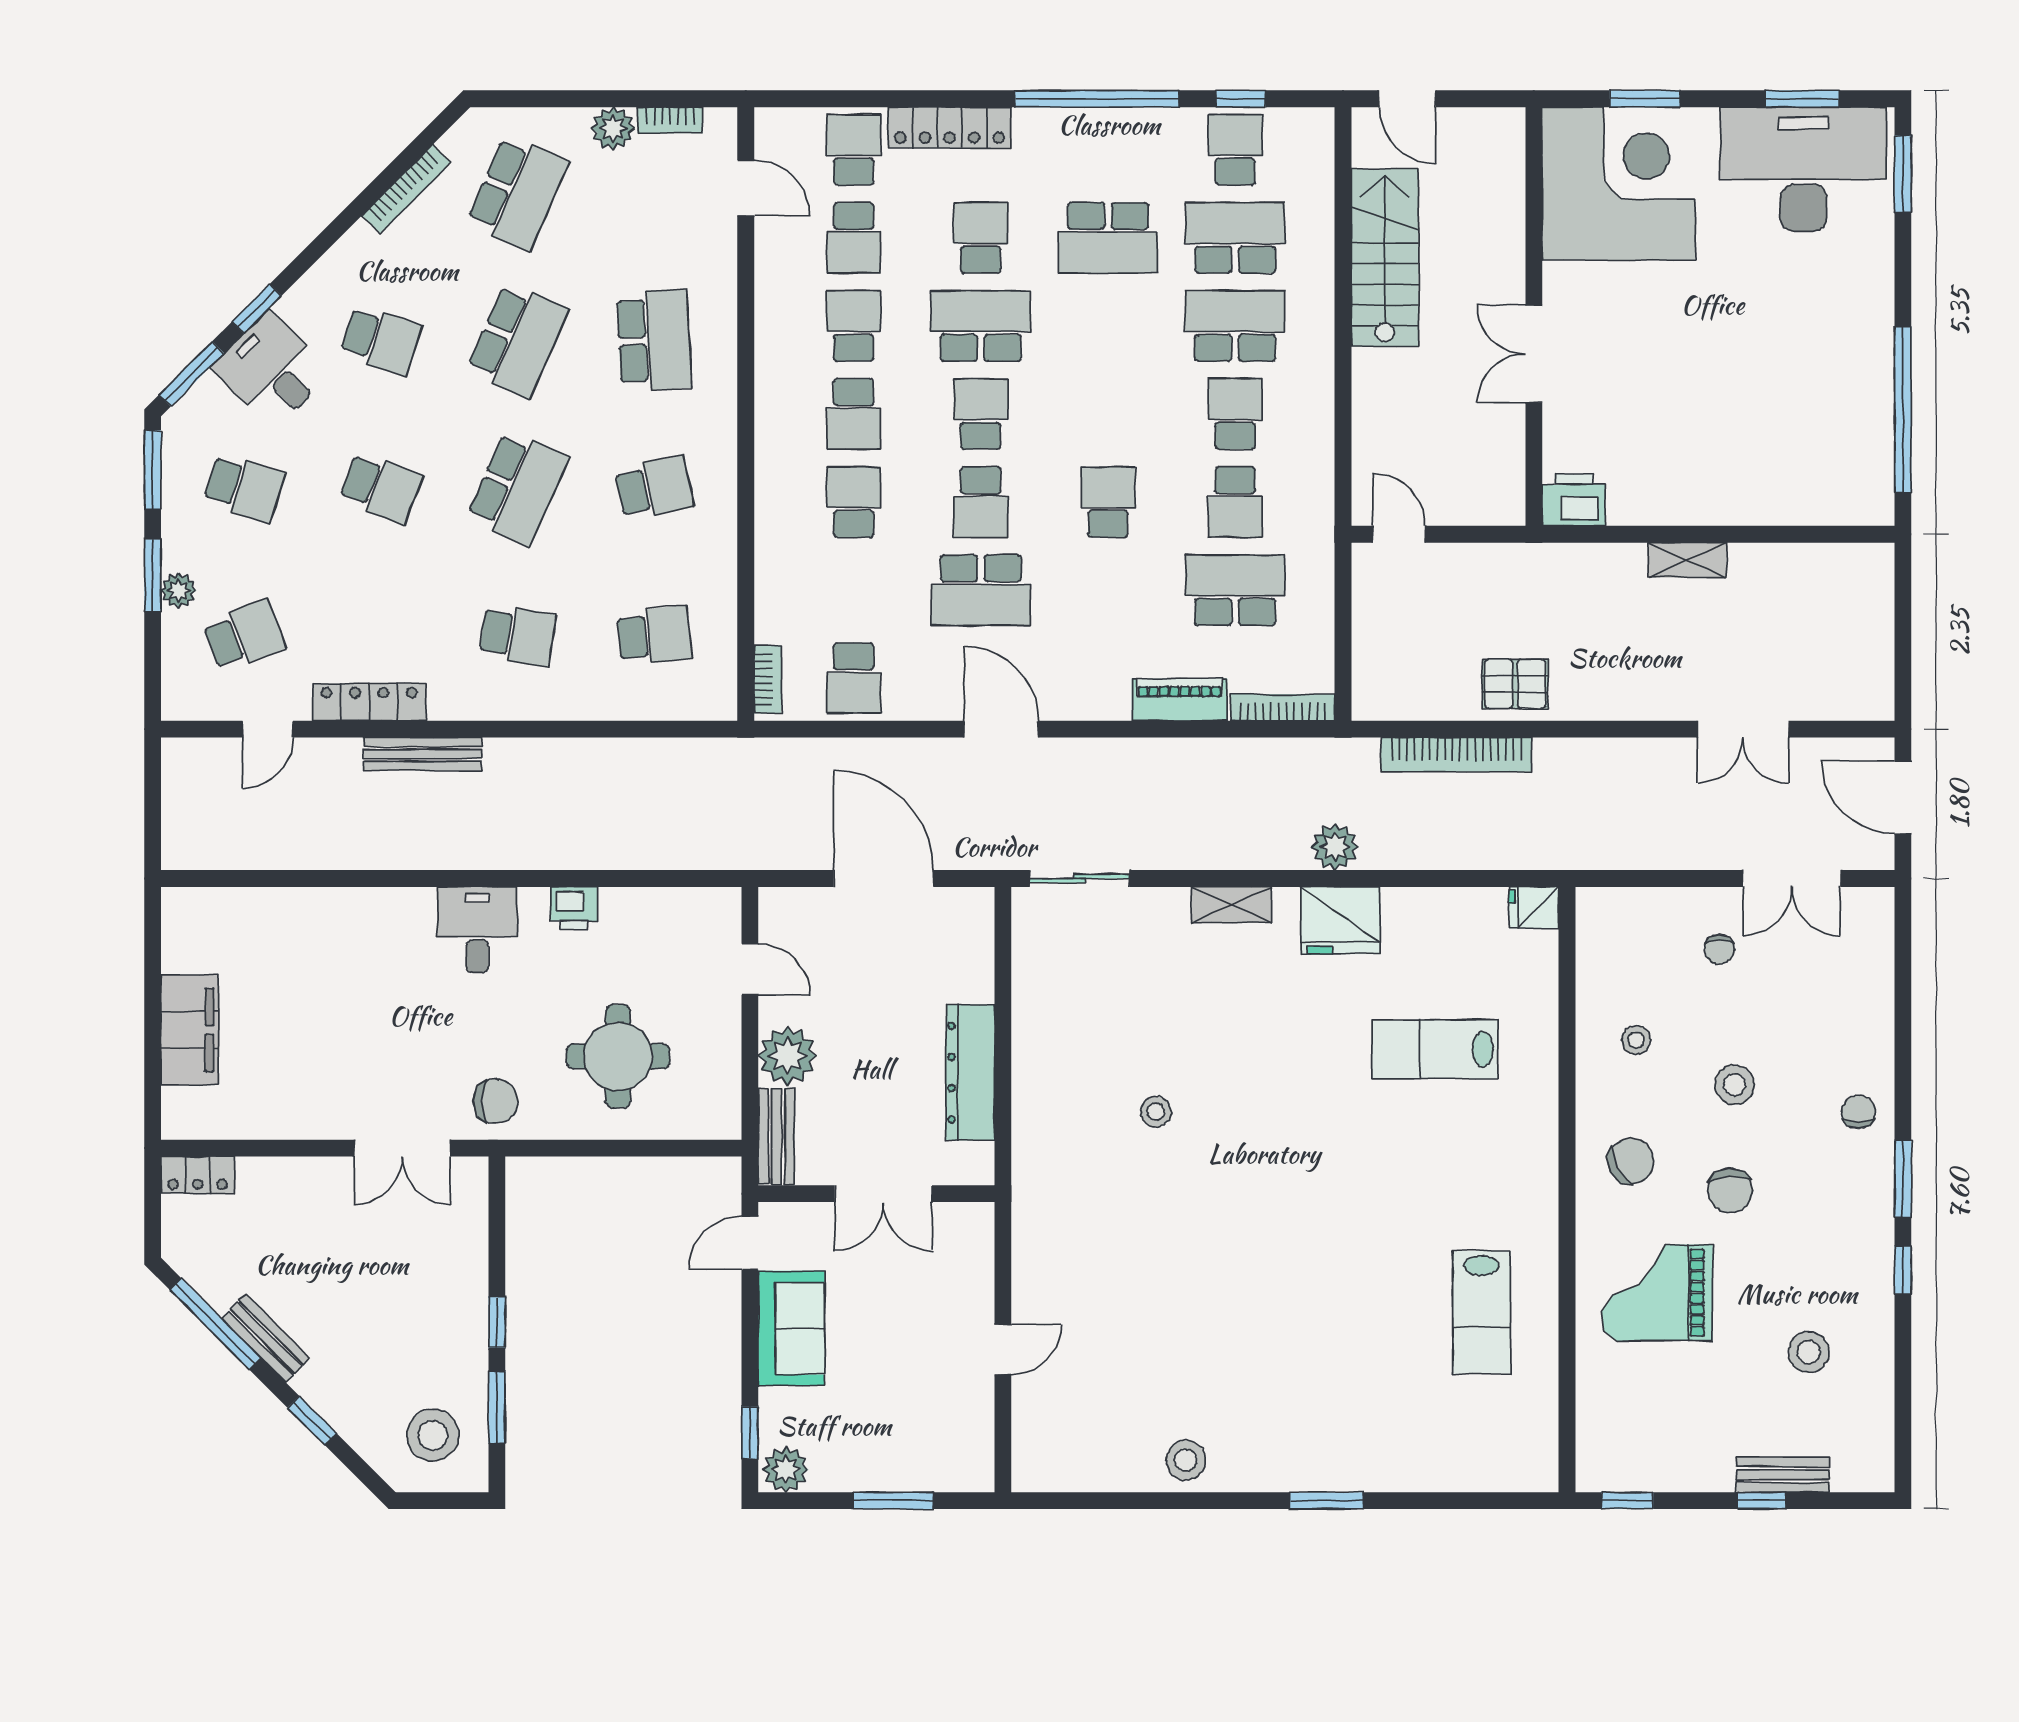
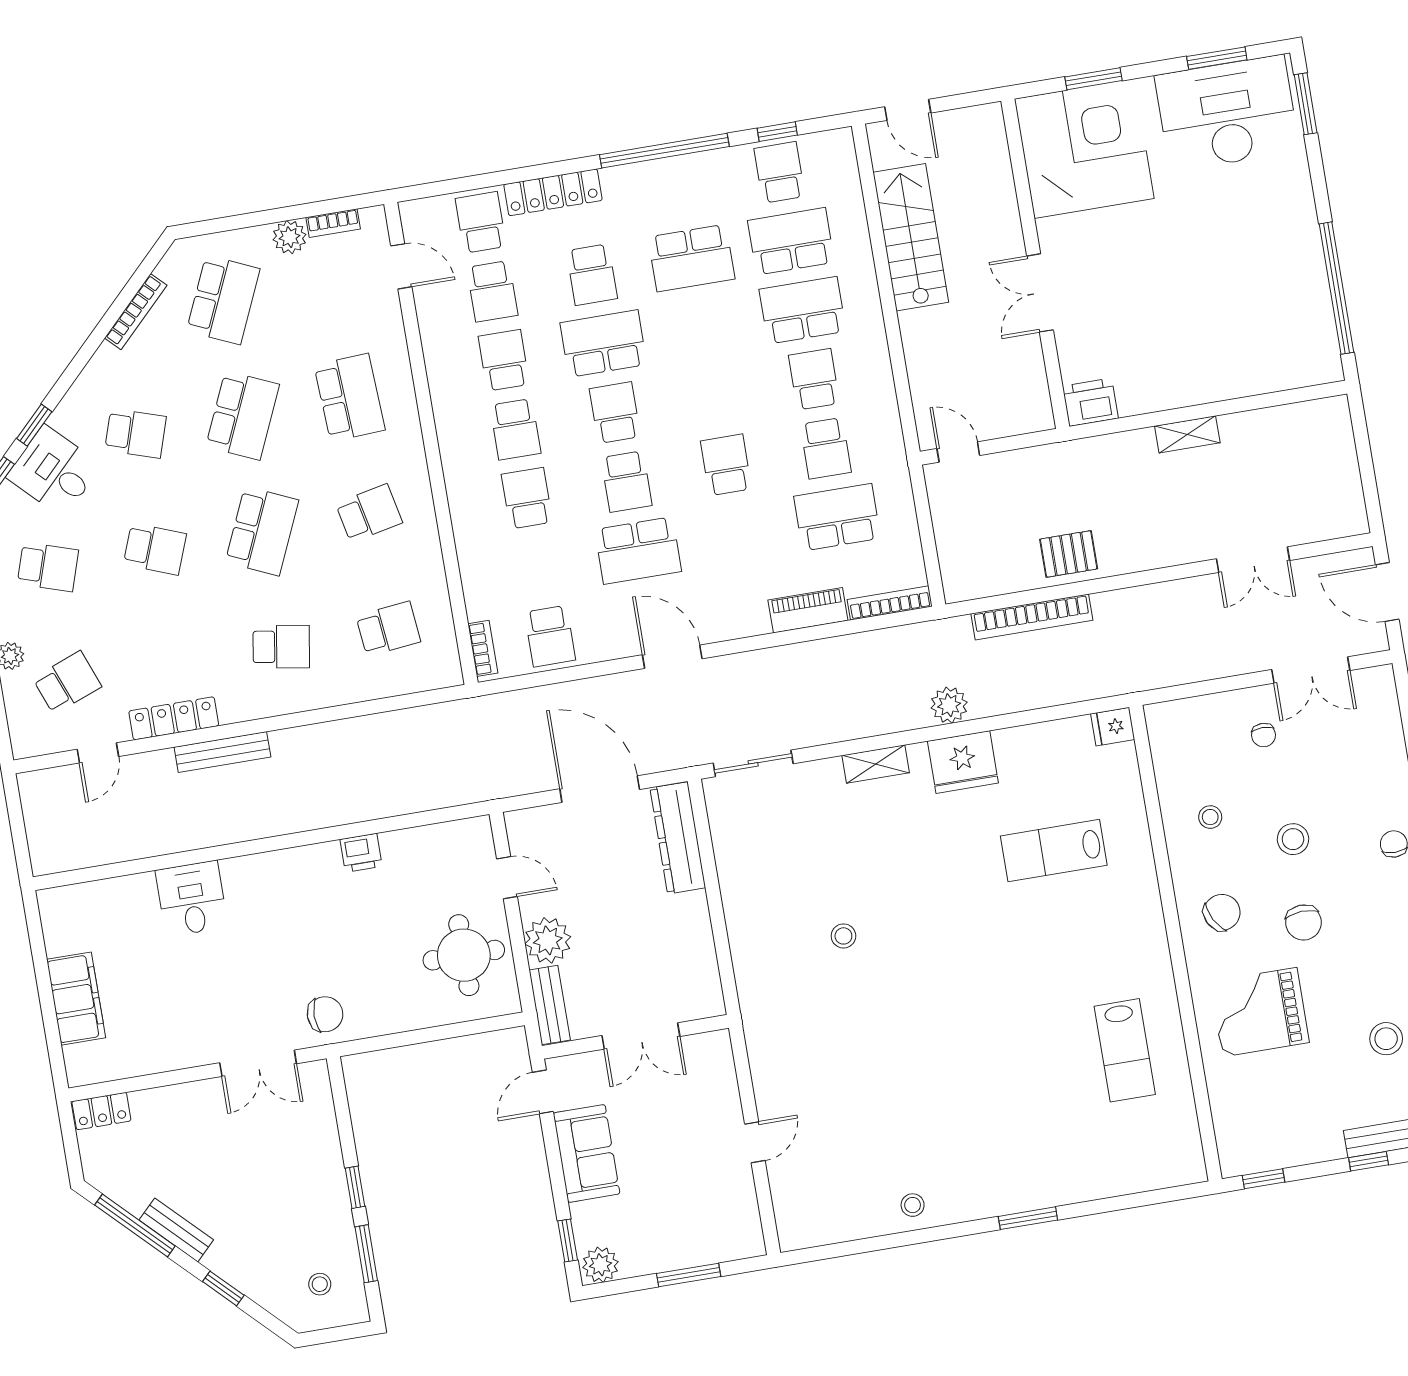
school desk: (981, 238) -> (592, 275), turned 180
desk: (477, 930) -> (192, 899), moved
round table: (618, 1056) -> (464, 955), moved
dresser: (970, 1072) -> (678, 838), moved
stool: (433, 1435) -> (320, 1284), width x0.53, depth x0.53
stool: (1186, 1460) -> (913, 1205), width x0.73, depth x0.73

